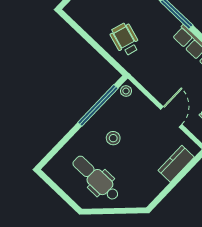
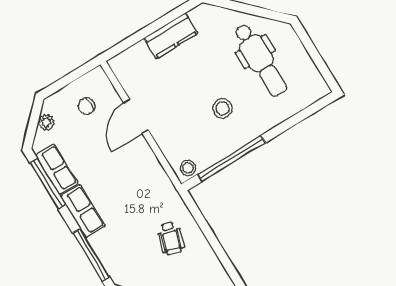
wheelchair: (125, 39) -> (171, 238), width x0.73, depth x0.73
kitchen counter: (176, 164) -> (171, 36), moved

